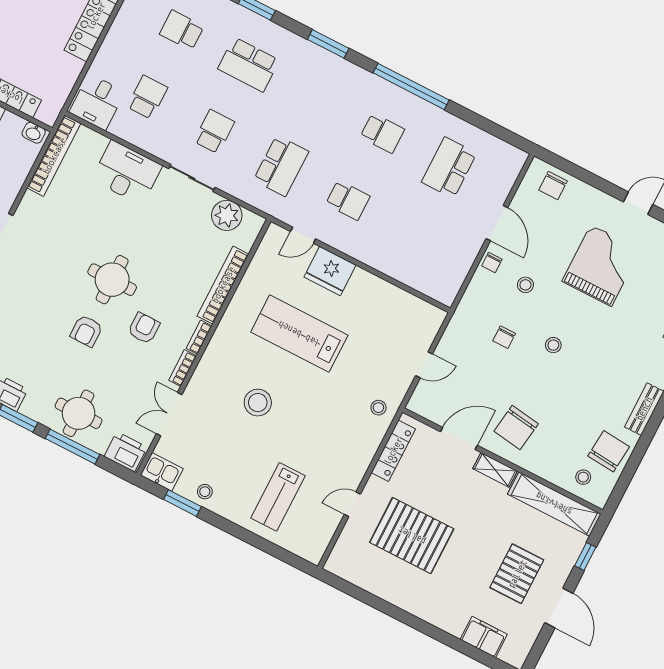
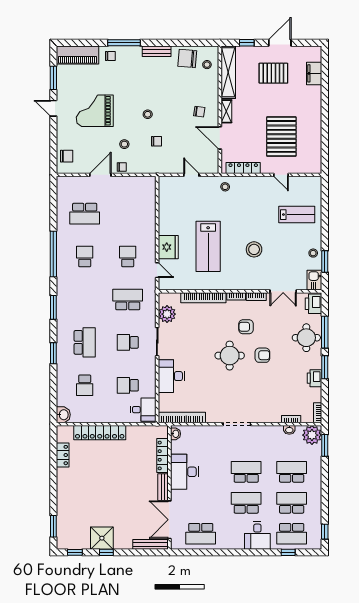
chair: (516, 428) -> (199, 112), width x0.54, depth x0.54

